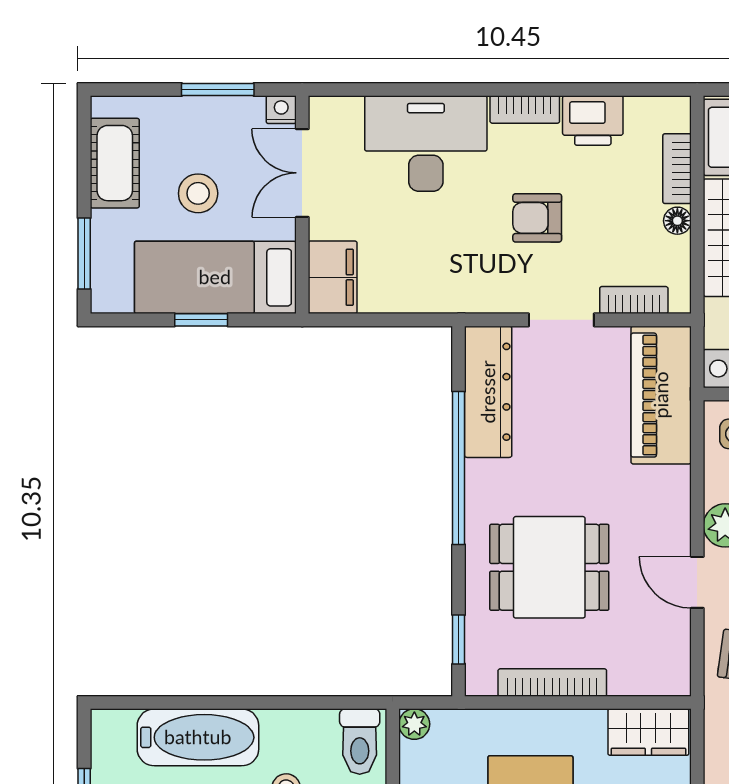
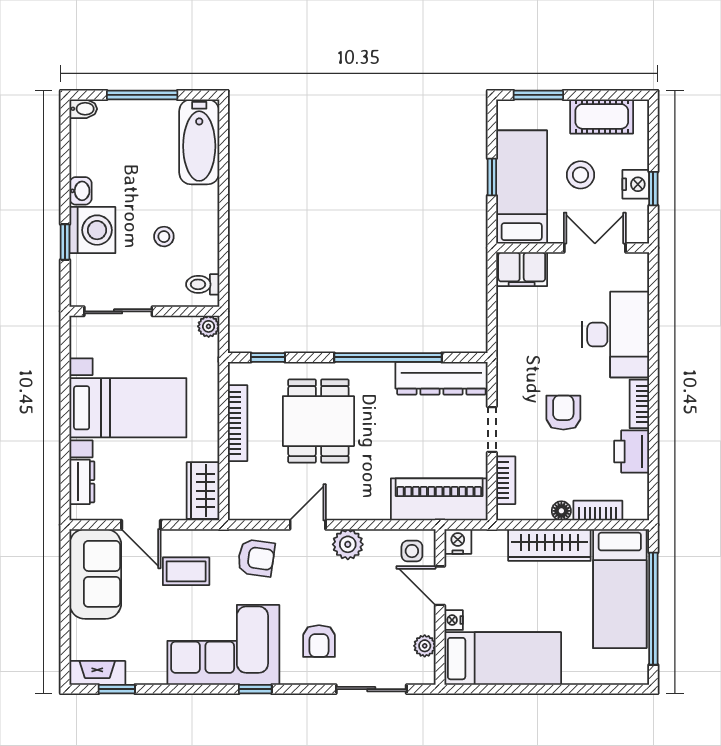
window: (218, 89) -> (653, 189), width x0.67
nightstand: (281, 110) -> (636, 184), moved, width x1.39, depth x1.35
bathtub: (198, 737) -> (199, 142), moved
toilet: (360, 742) -> (203, 284), width x0.73, depth x0.72

